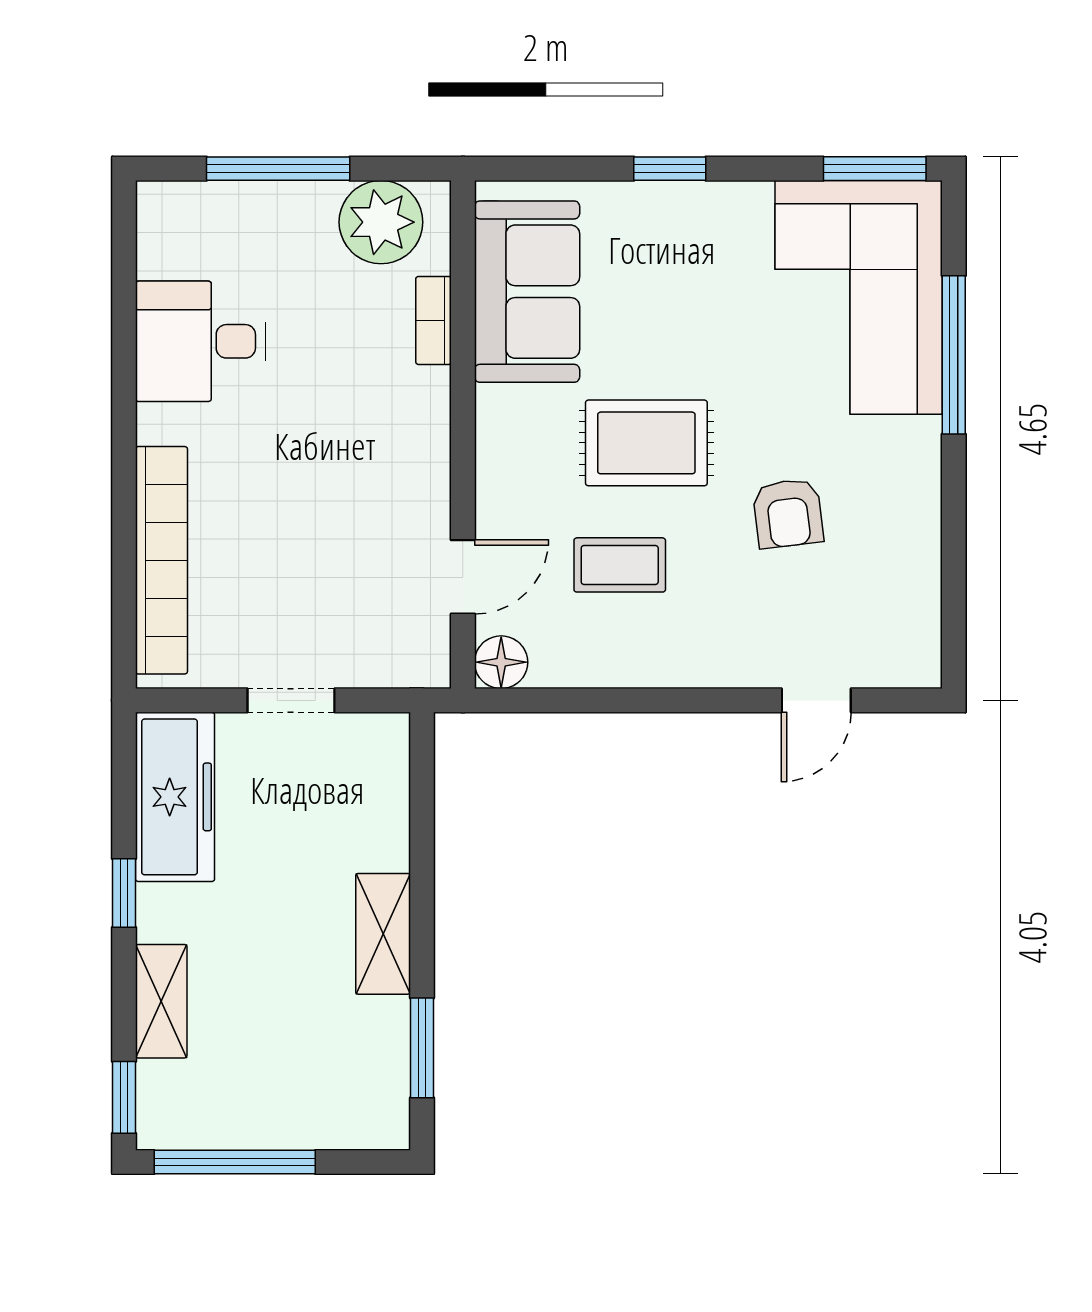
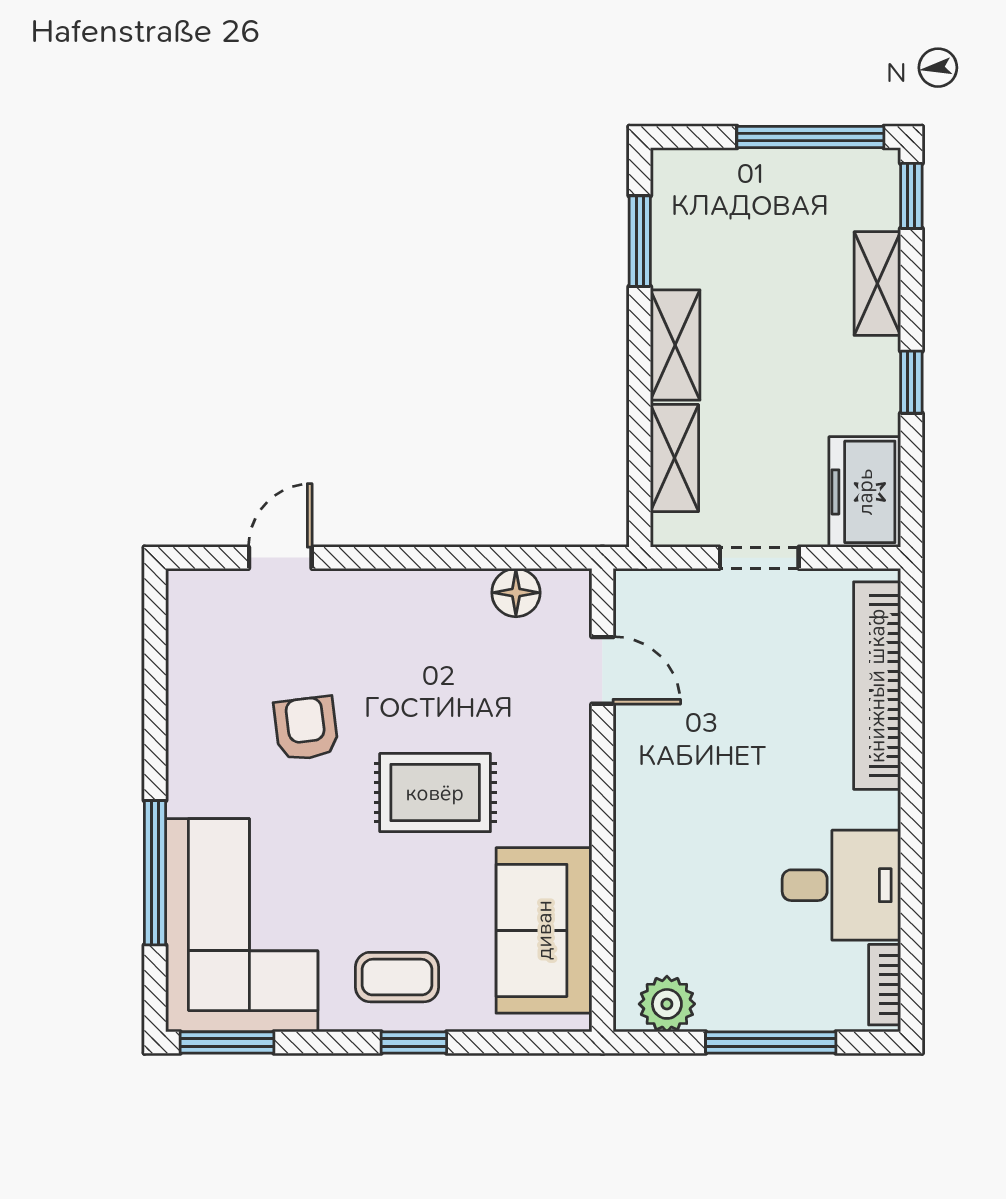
plant: (381, 222) -> (667, 1004), width x0.73, depth x0.73
bookcase: (434, 320) -> (885, 985), moved, turned 180
coffee table: (620, 565) -> (397, 977), moved
door: (463, 577) -> (602, 670), swing flipped
floor lamp: (501, 662) -> (516, 593), moved
freezer: (175, 797) -> (865, 492), width x0.71
shelving: (384, 810) -> (674, 458), added

